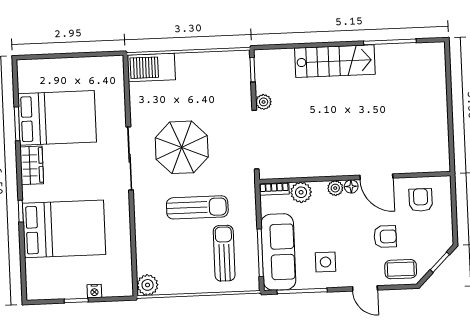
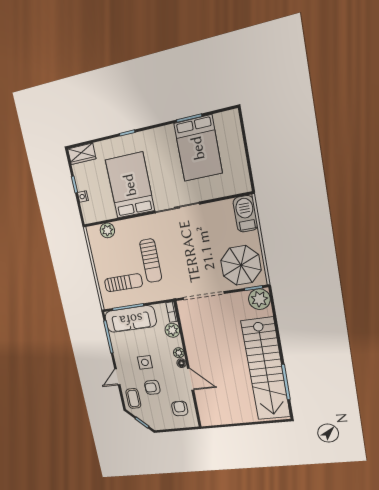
stairs: (335, 61) -> (266, 369), width x1.86, depth x1.51
plant: (264, 102) -> (259, 299), moved, width x1.88, depth x1.88
parasol: (182, 147) -> (241, 265), moved
wardrobe: (32, 165) -> (82, 154), moved
door: (376, 177) -> (191, 379), swing flipped
armchair: (421, 200) -> (180, 408), turned -90
bed: (64, 229) -> (130, 185), moved, turned 180
armchair: (385, 237) -> (152, 387), turned 90
side table: (326, 262) -> (145, 362), moved
plant: (148, 285) -> (107, 230), moved

